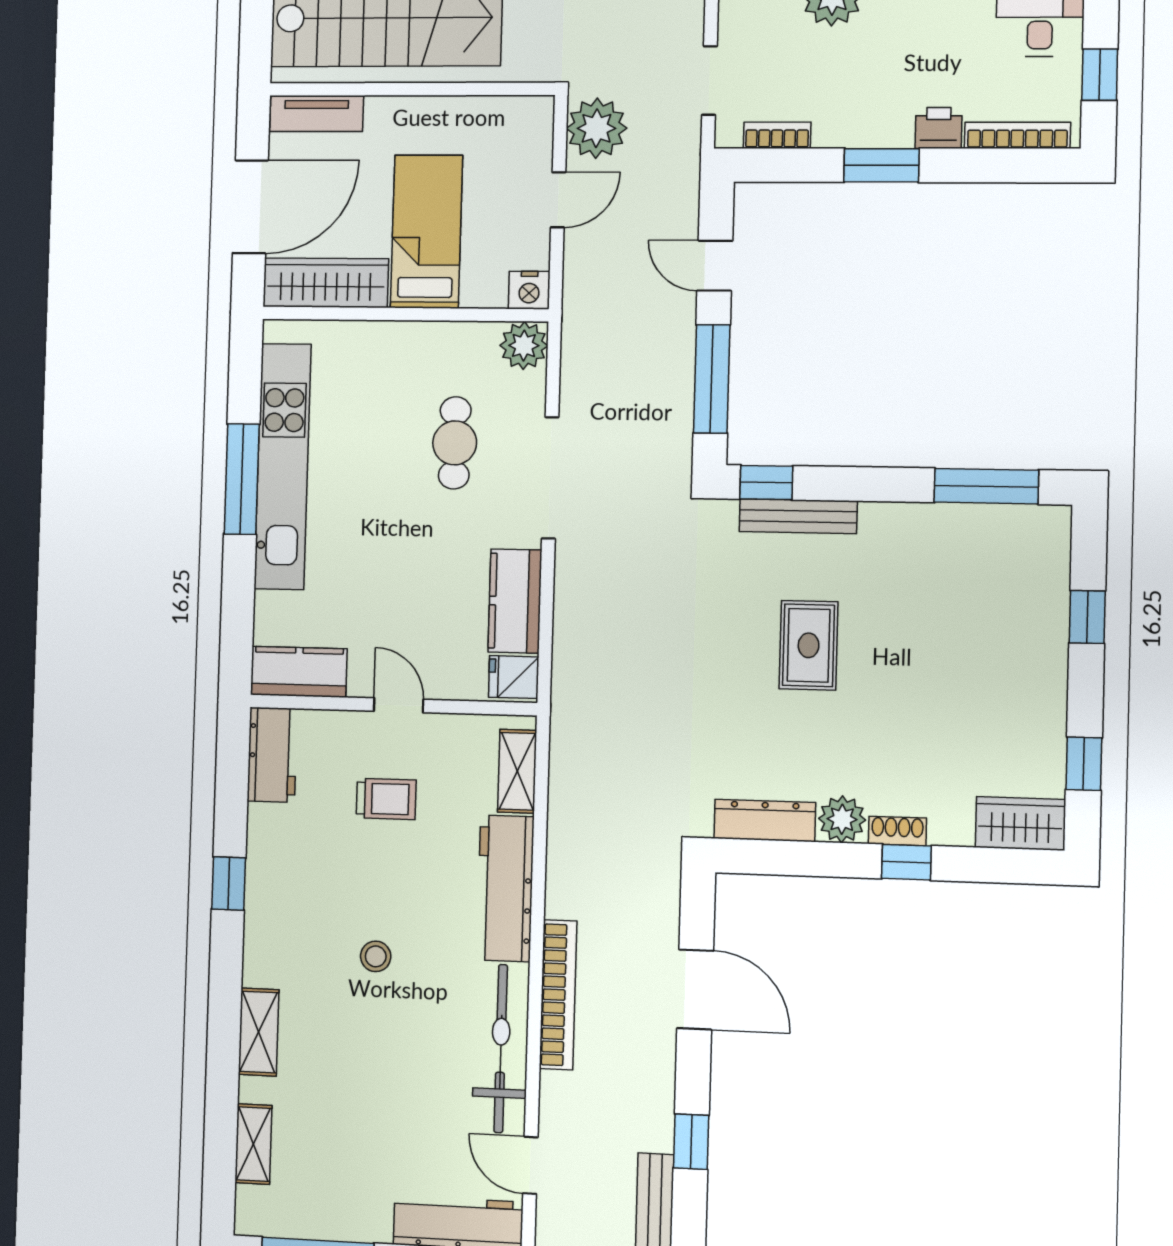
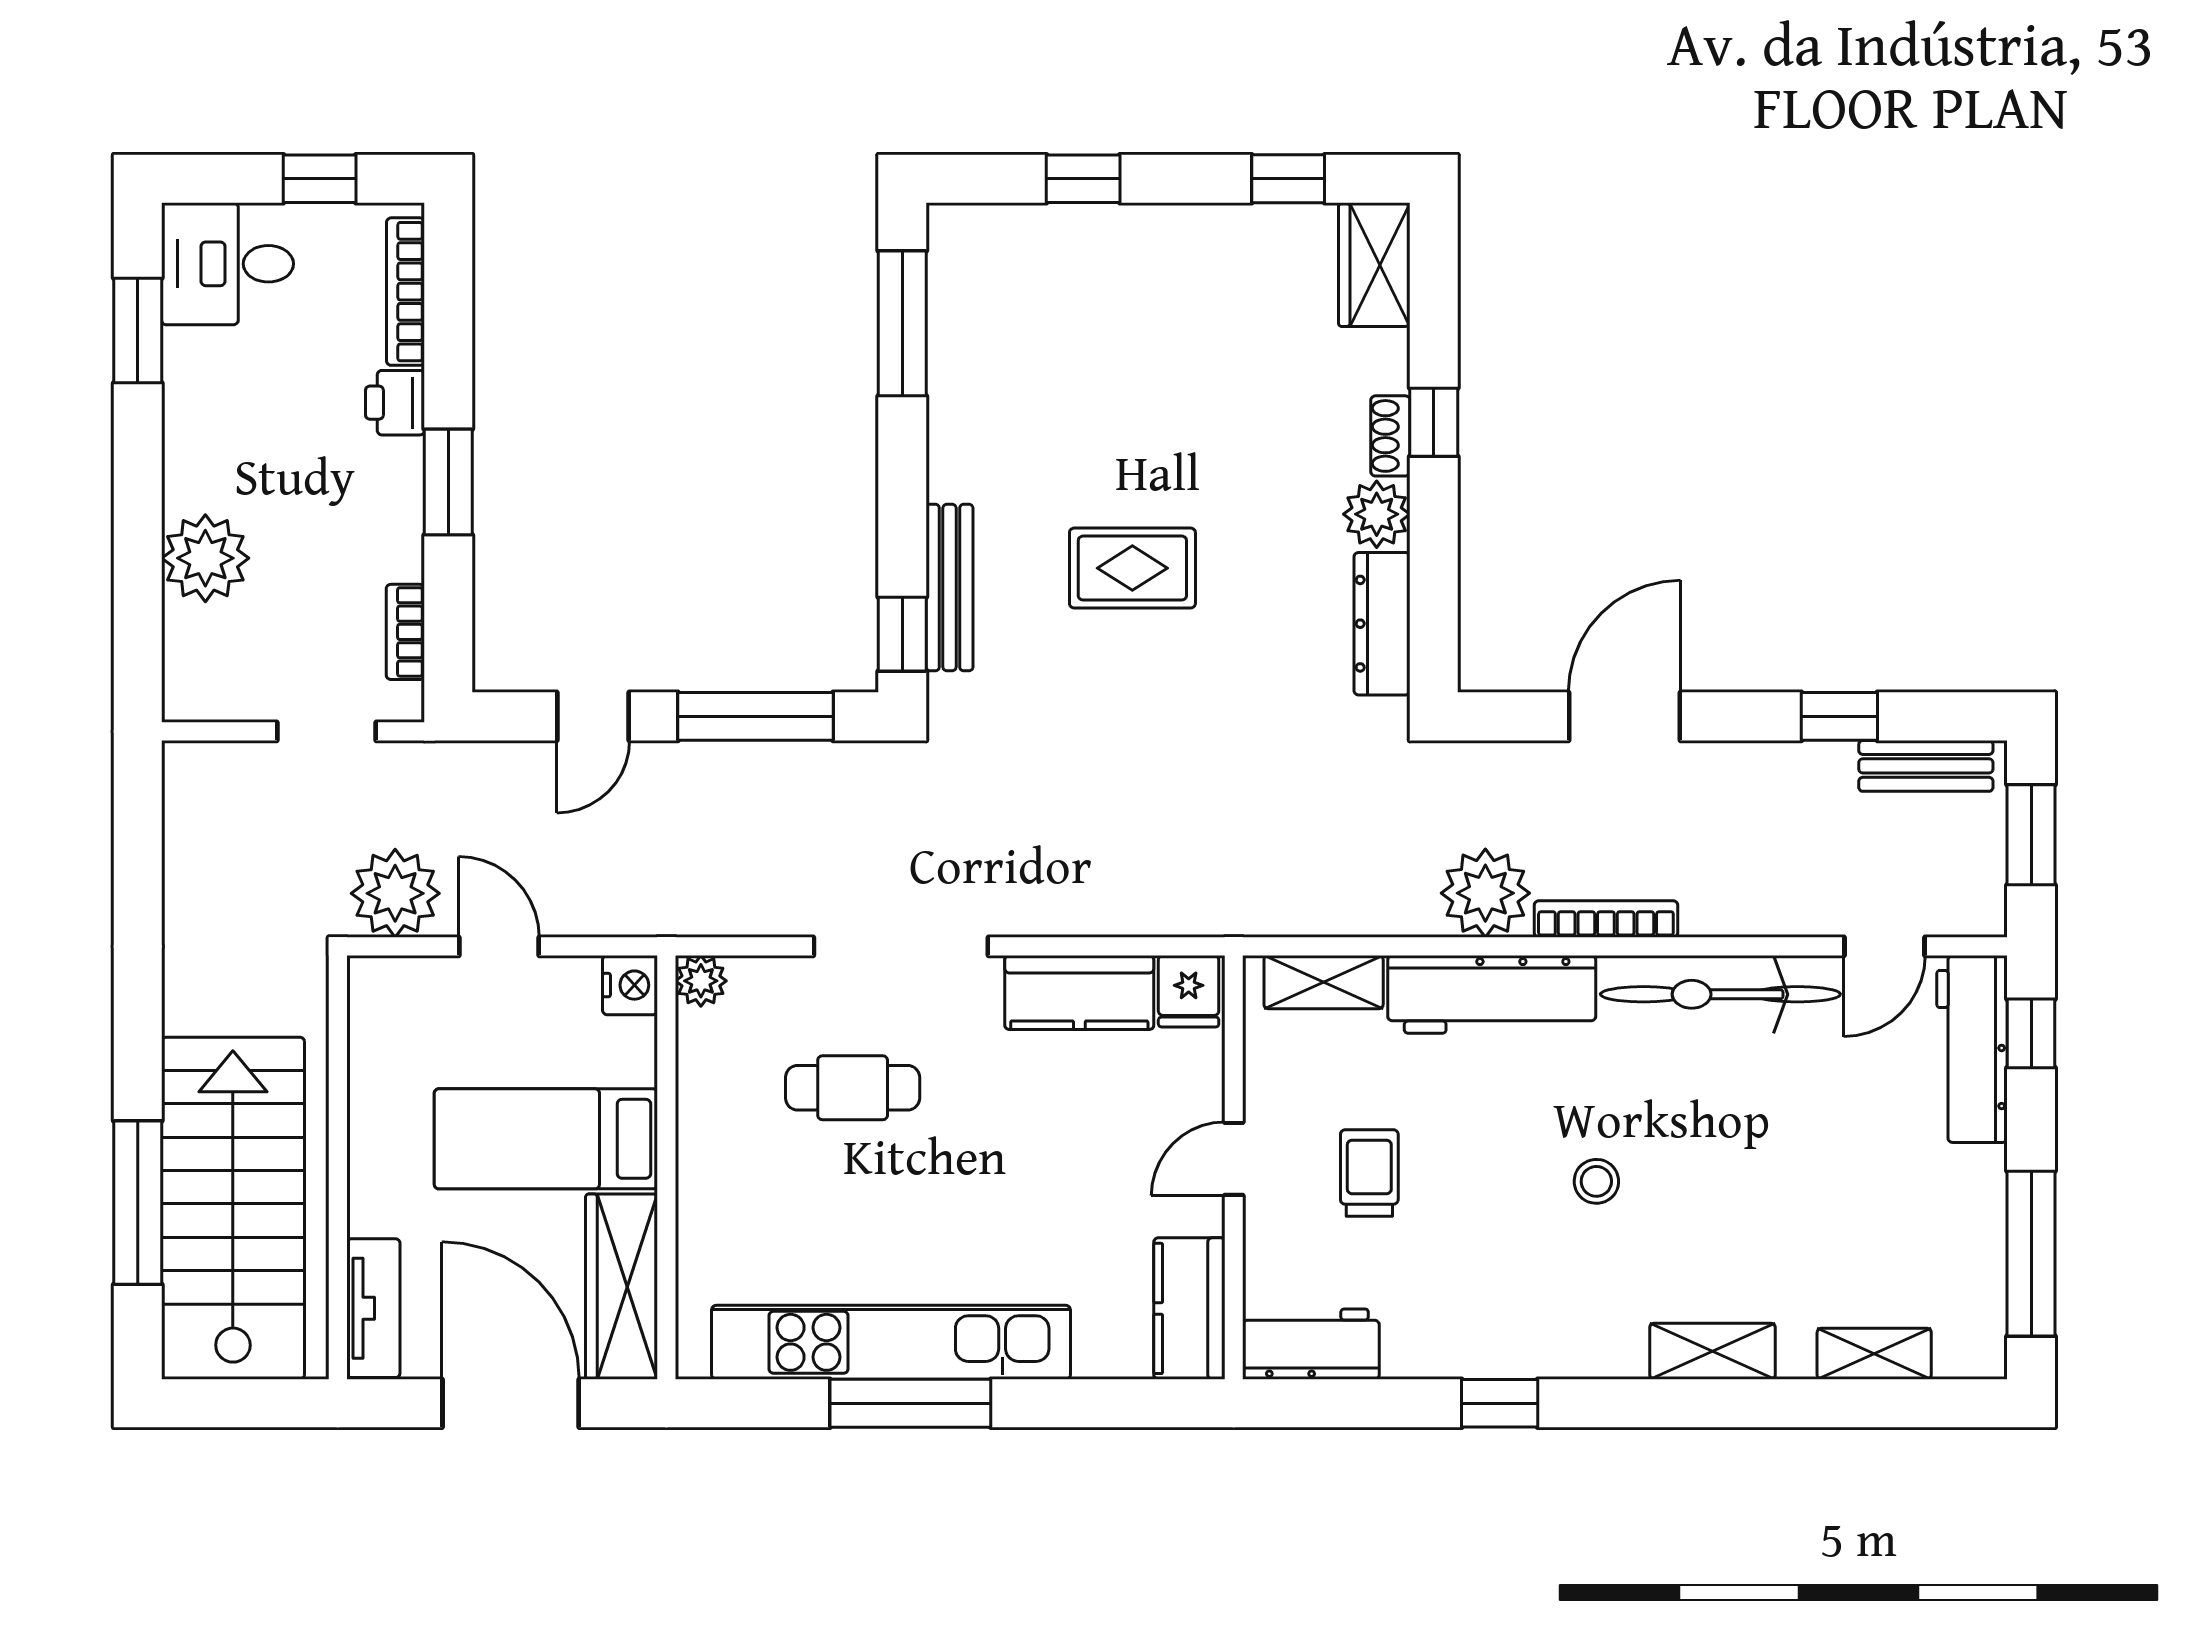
plant: (524, 346) -> (701, 981), width x0.73, depth x0.73
plant: (575, 887) -> (1485, 893), added
bookcase: (558, 995) -> (1606, 919), width x0.68, depth x0.76

